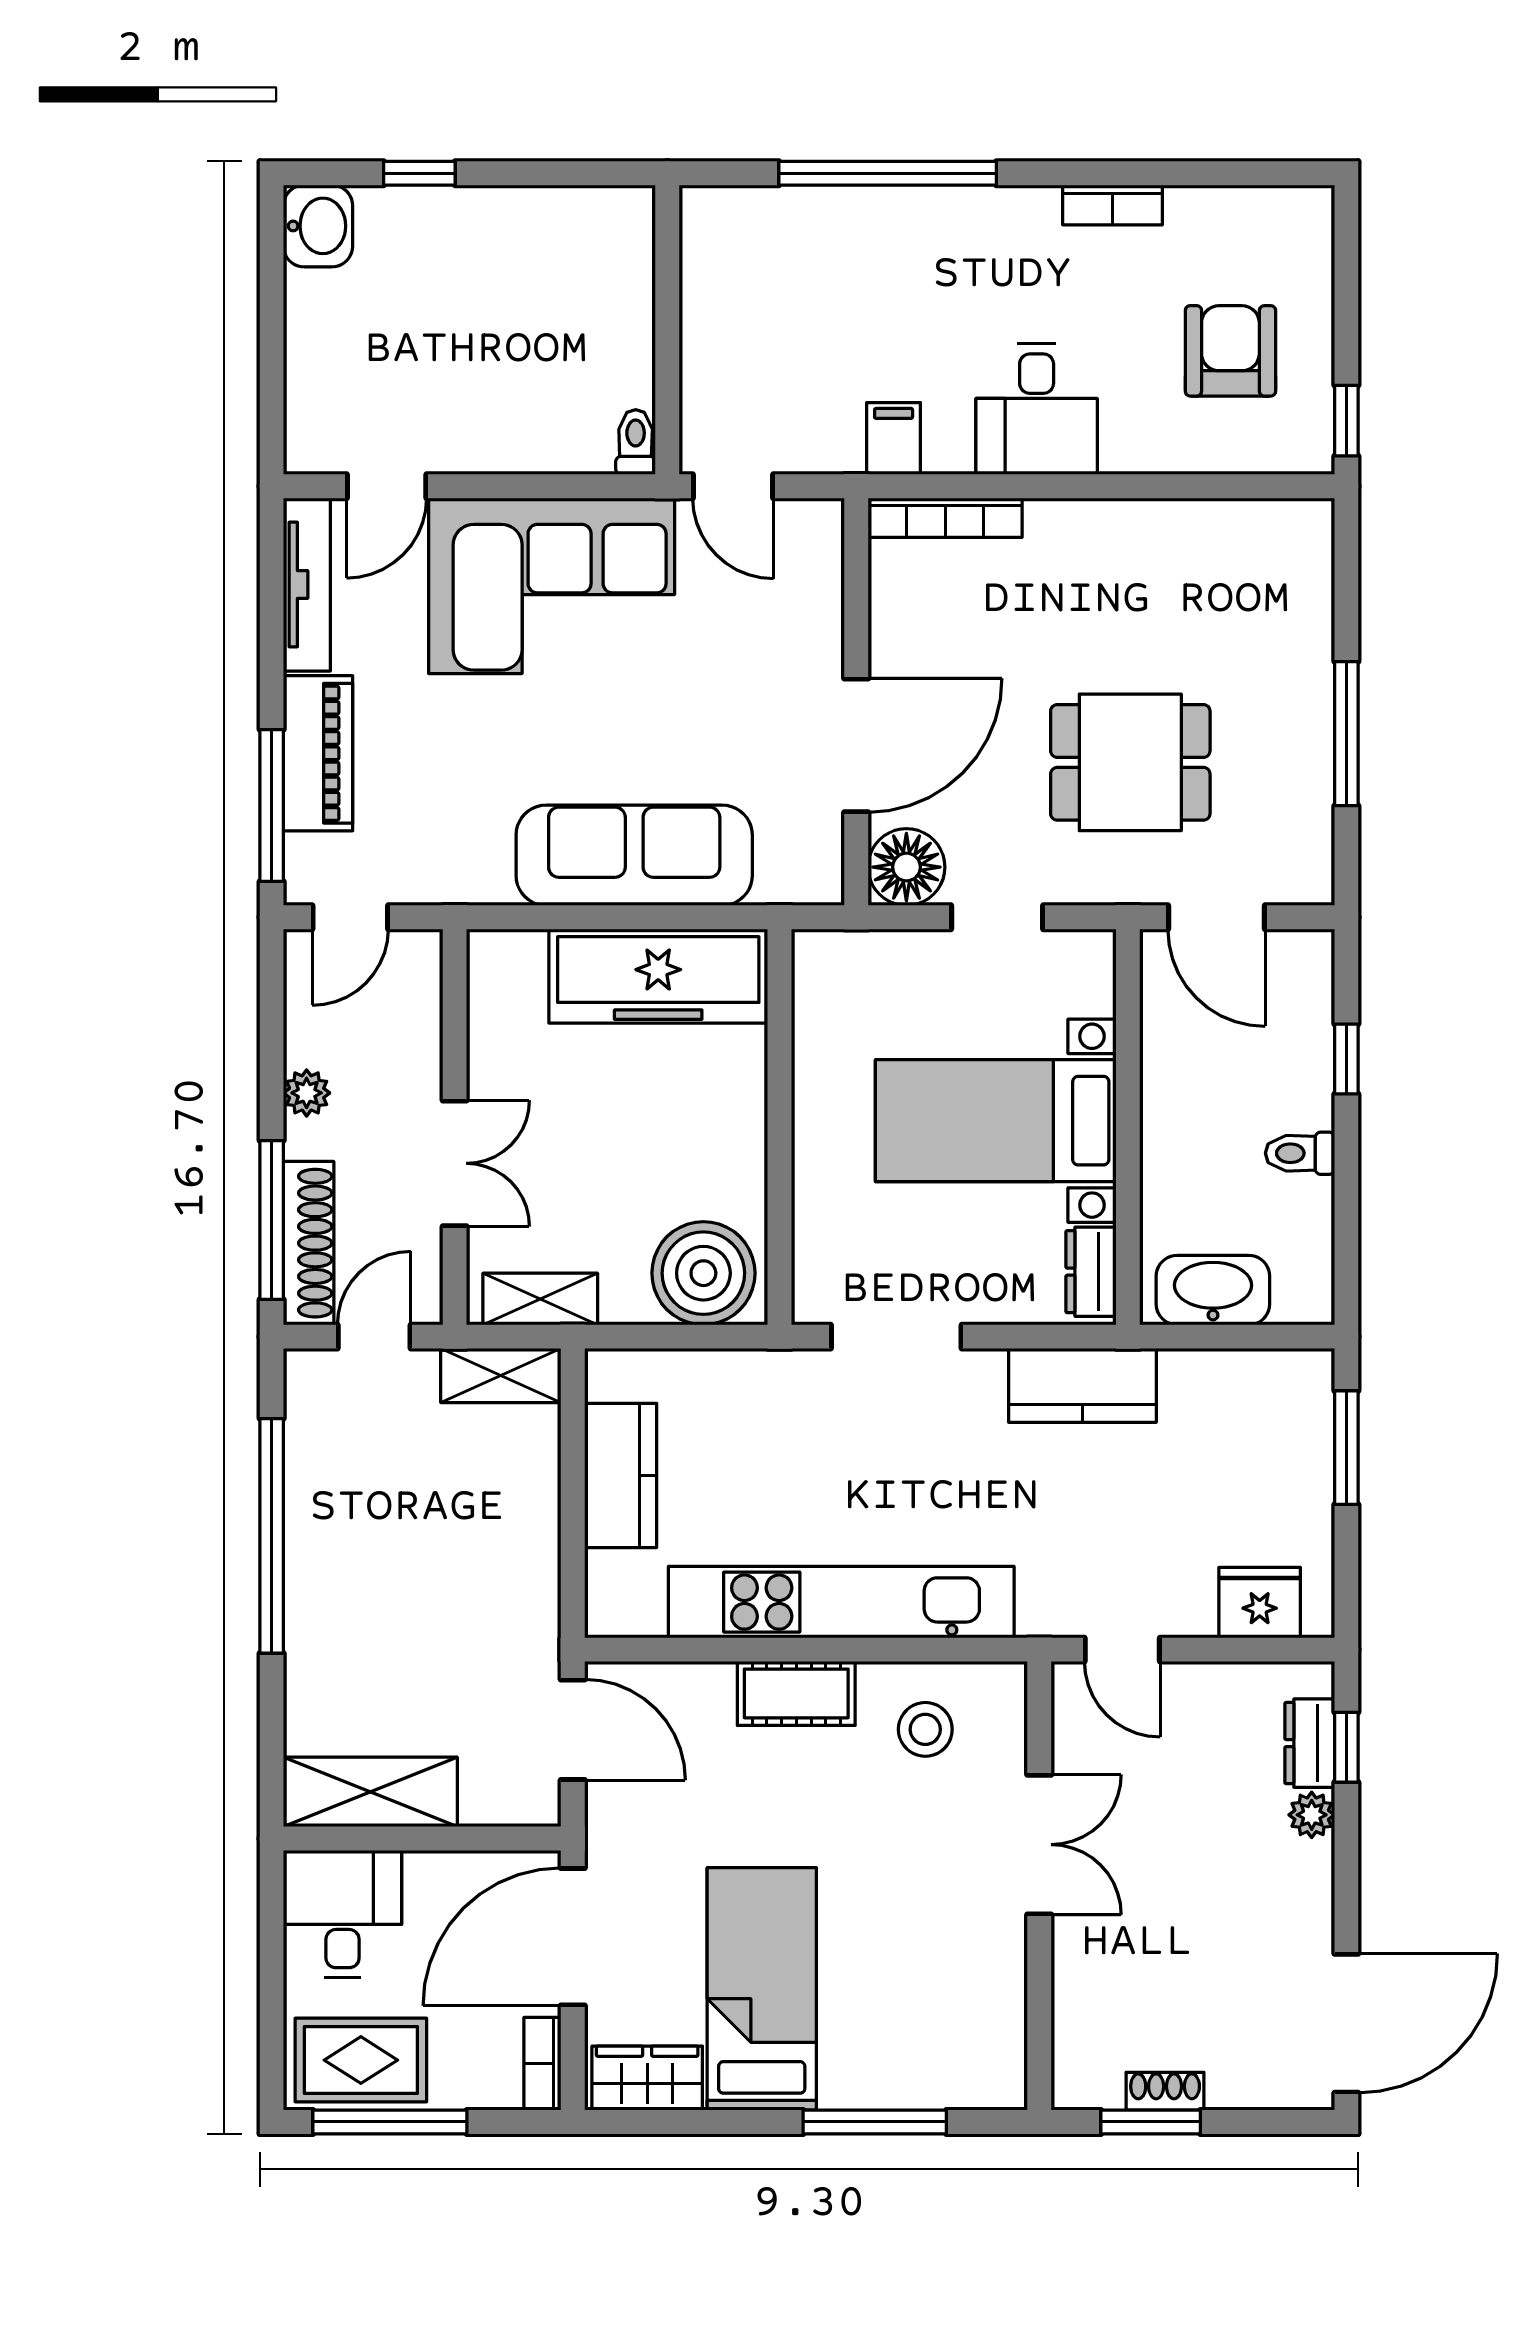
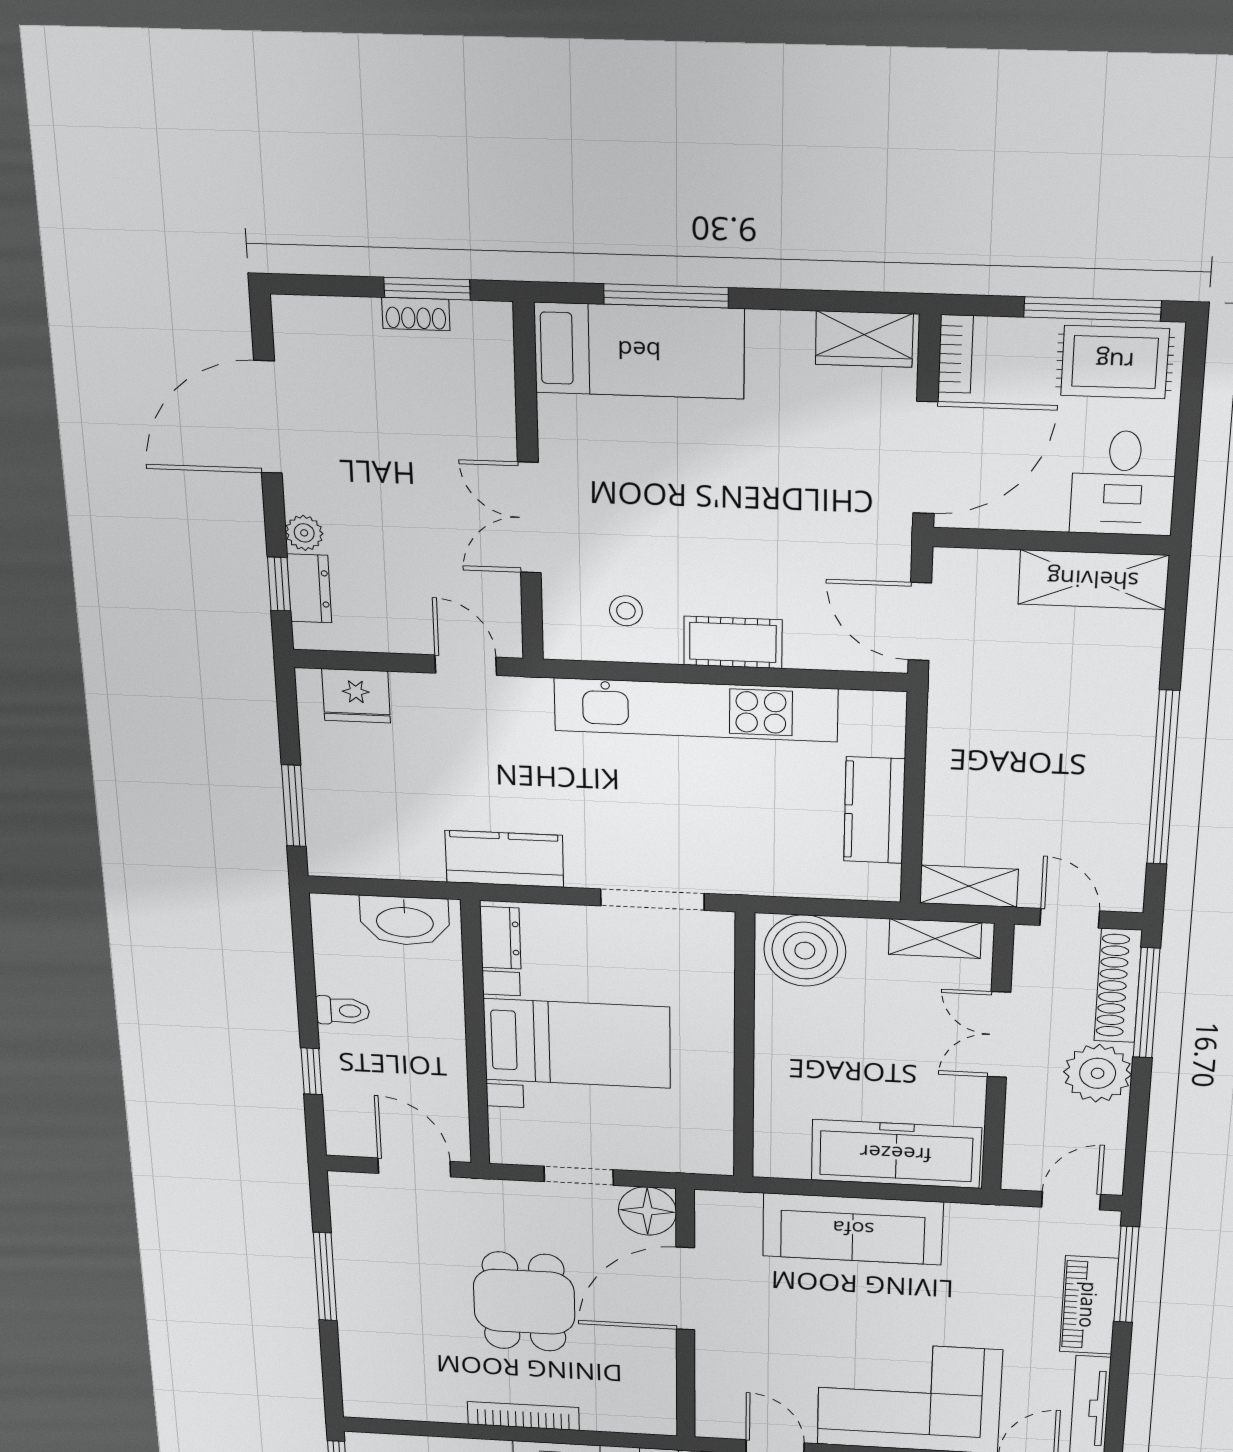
bookcase: (945, 518) -> (523, 1416), moved
dining table: (1130, 762) -> (524, 1302), moved, turned 90
freezer: (658, 976) -> (896, 1154), moved
plant: (307, 1093) -> (1098, 1073), width x1.88, depth x1.88
door: (374, 1337) -> (1070, 918), swing flipped
stool: (925, 1729) -> (626, 611), width x0.73, depth x0.73
bed: (762, 1989) -> (639, 351), moved, turned -90
door: (1346, 2023) -> (268, 417), moved

